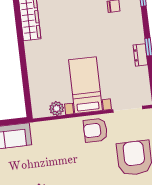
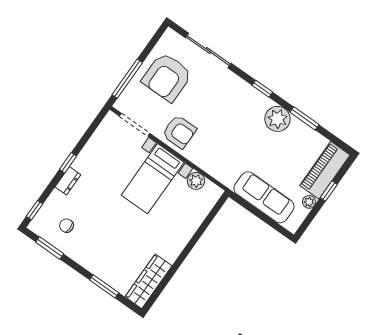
dresser: (140, 55) -> (68, 181), moved

